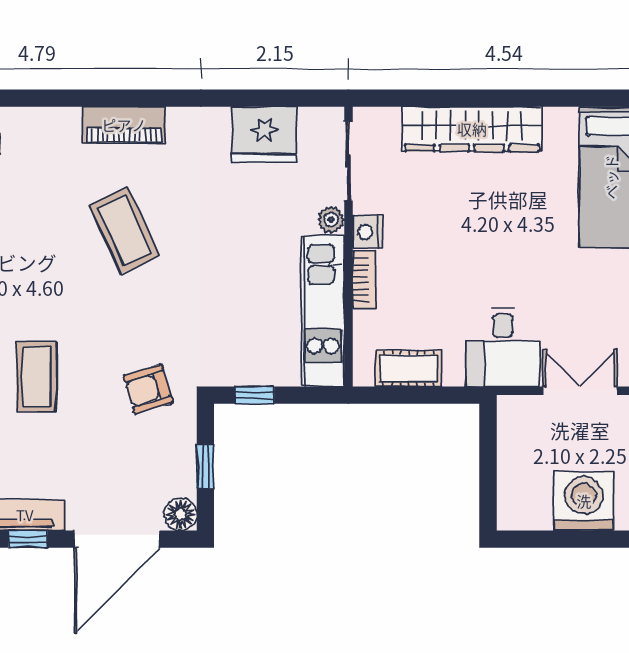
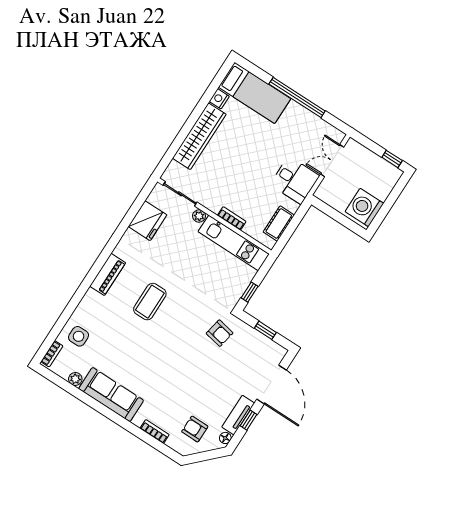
coffee table: (125, 230) -> (150, 302), turned -65
nightstand: (368, 232) -> (219, 99), moved, turned 90
coffee table: (37, 377) -> (186, 375), removed
armchair: (148, 389) -> (220, 333), turned -62
washing machine: (584, 501) -> (364, 208), moved
floor lamp: (181, 514) -> (278, 353), removed

